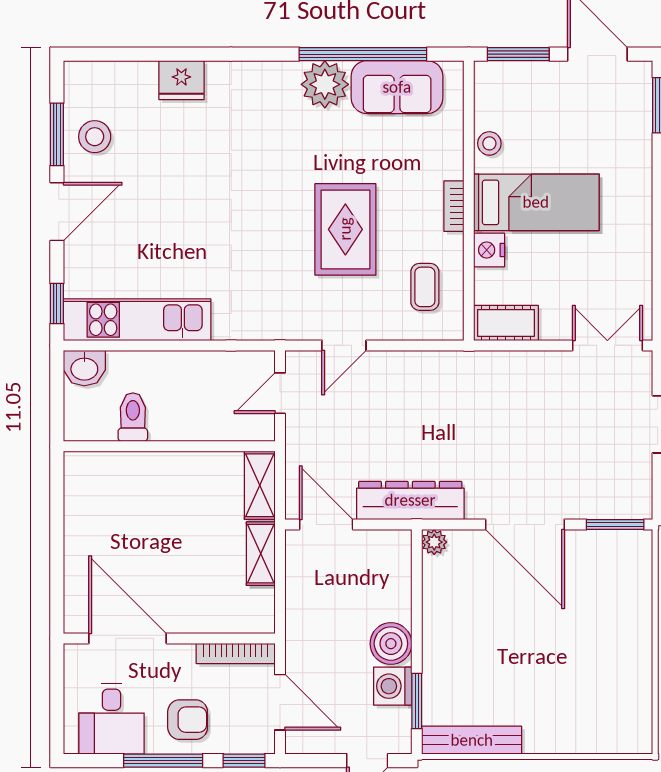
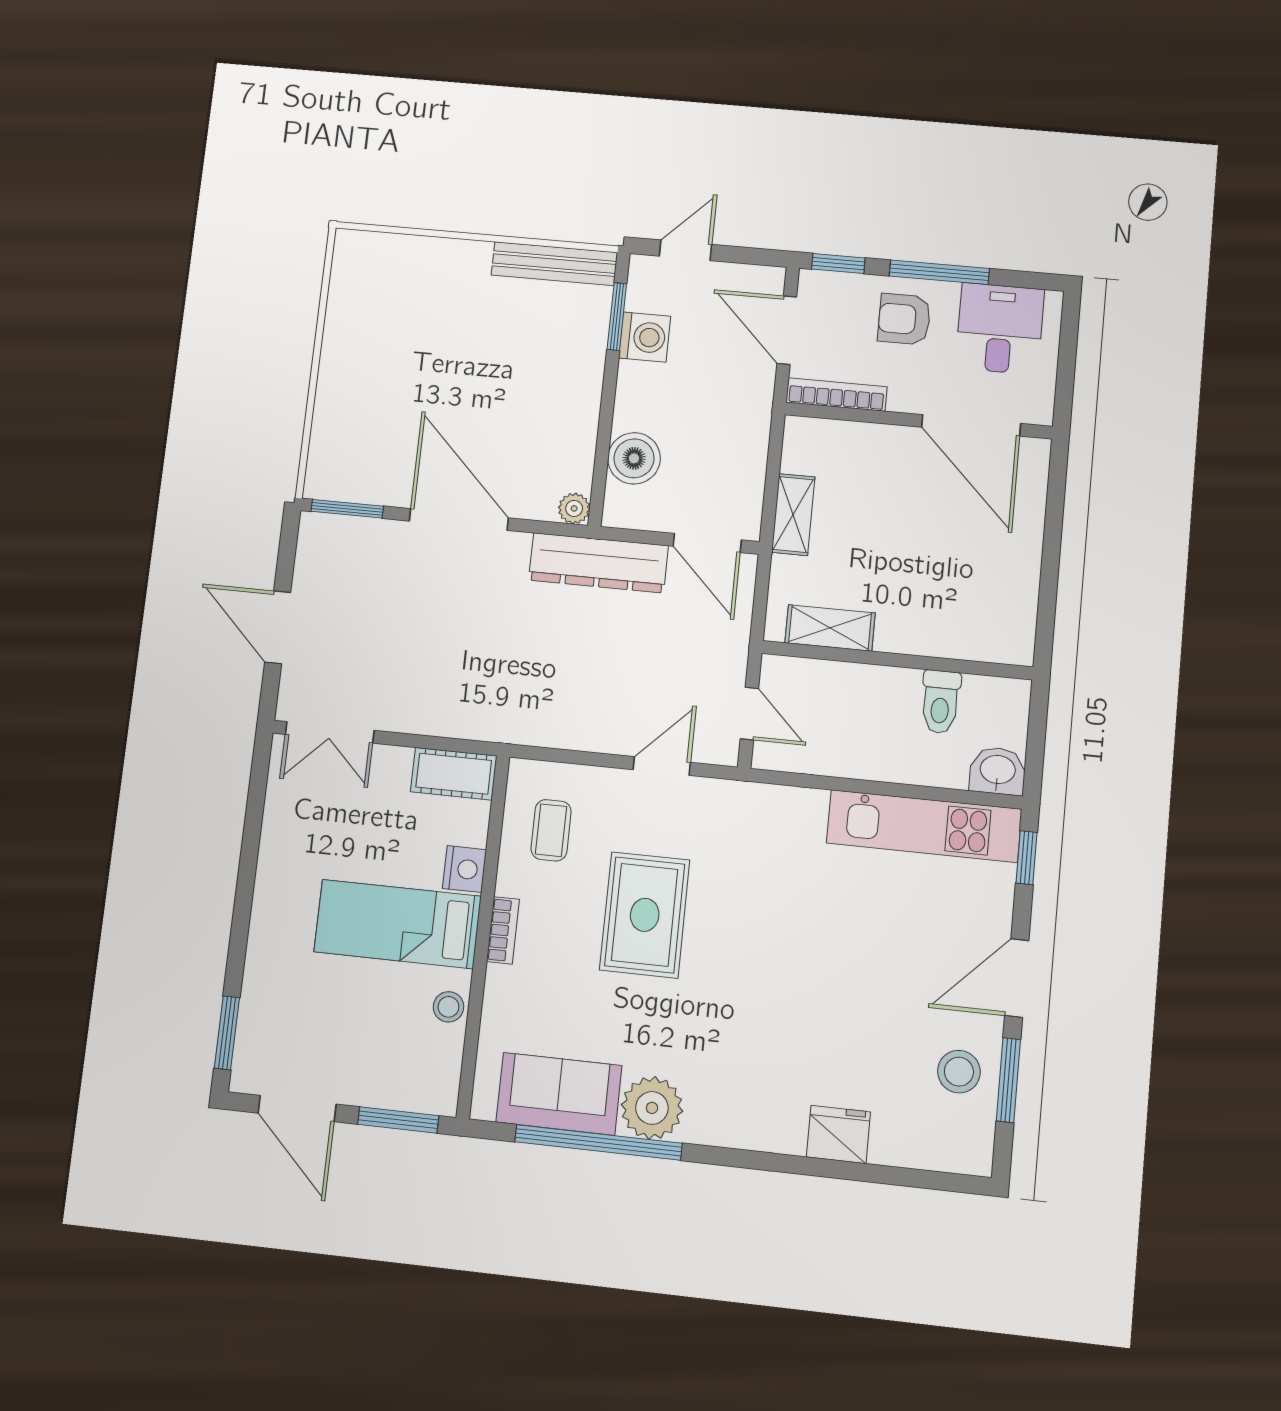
door: (280, 393) -> (749, 714), hinge flipped
shelving: (260, 485) -> (830, 628), moved, turned 90
boiler: (391, 644) -> (634, 458), moved

